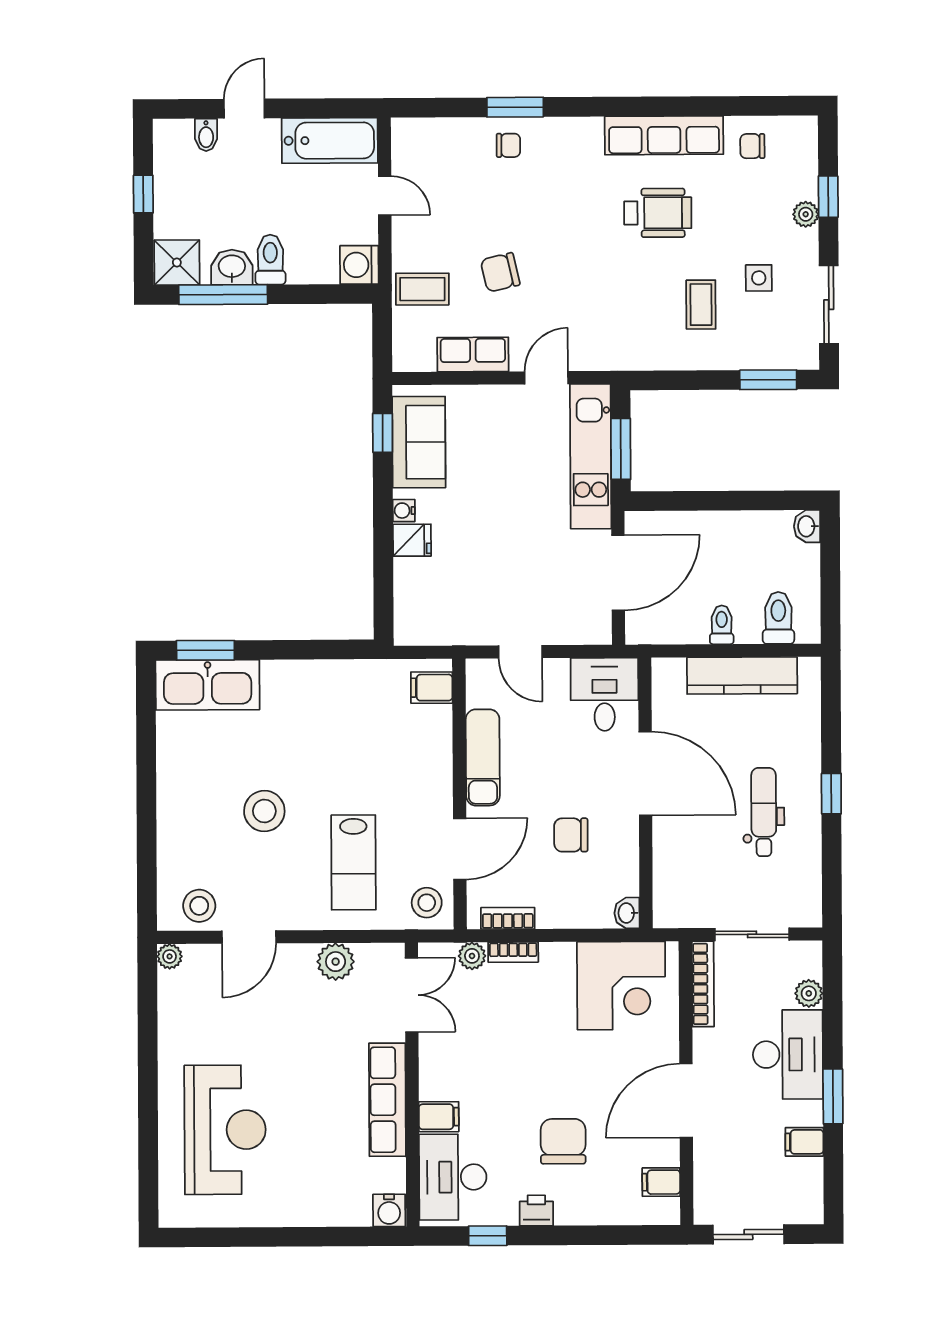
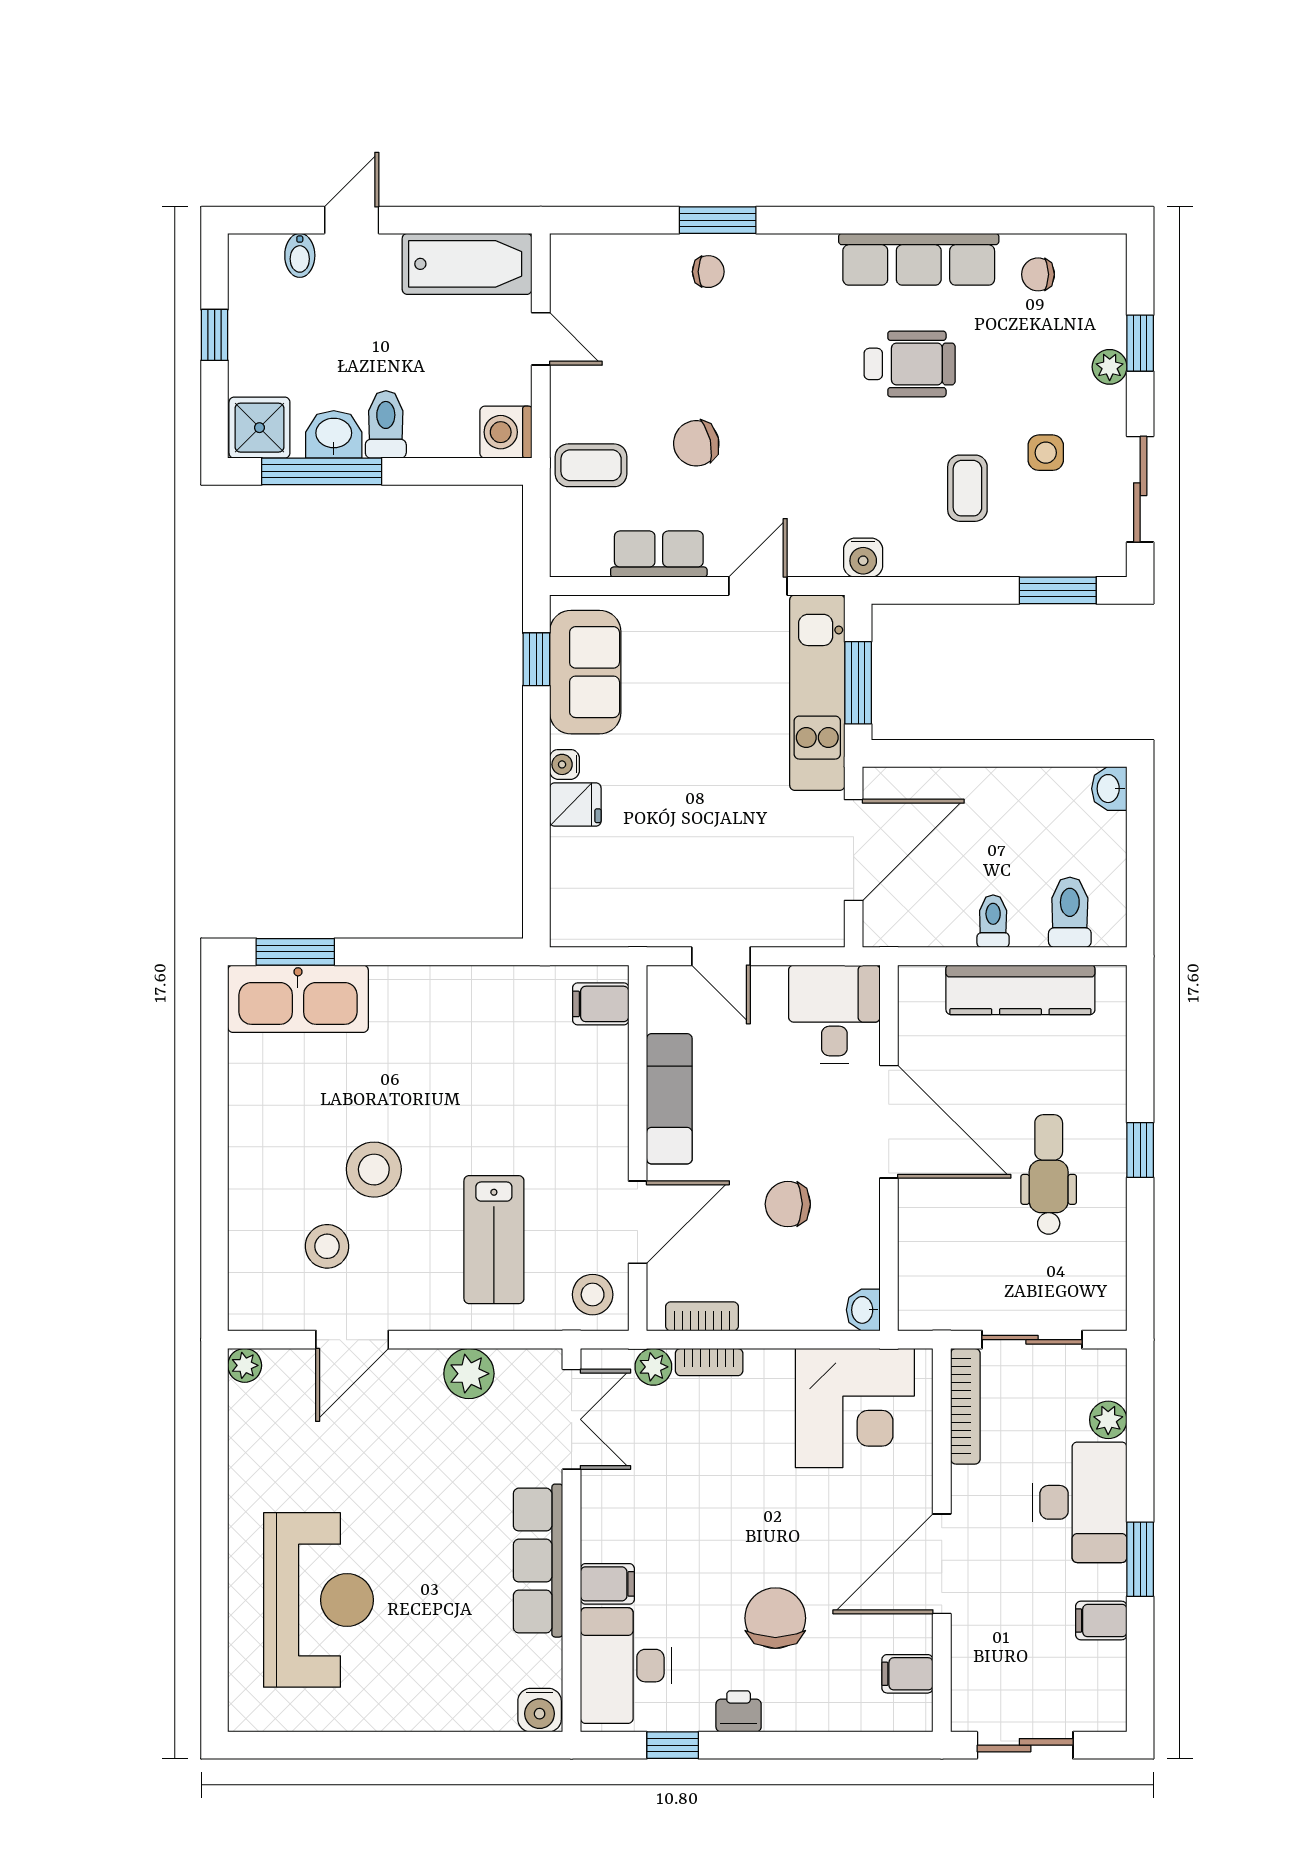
water cooler: (624, 356) -> (863, 558), added
stool: (199, 906) -> (327, 1246), moved

